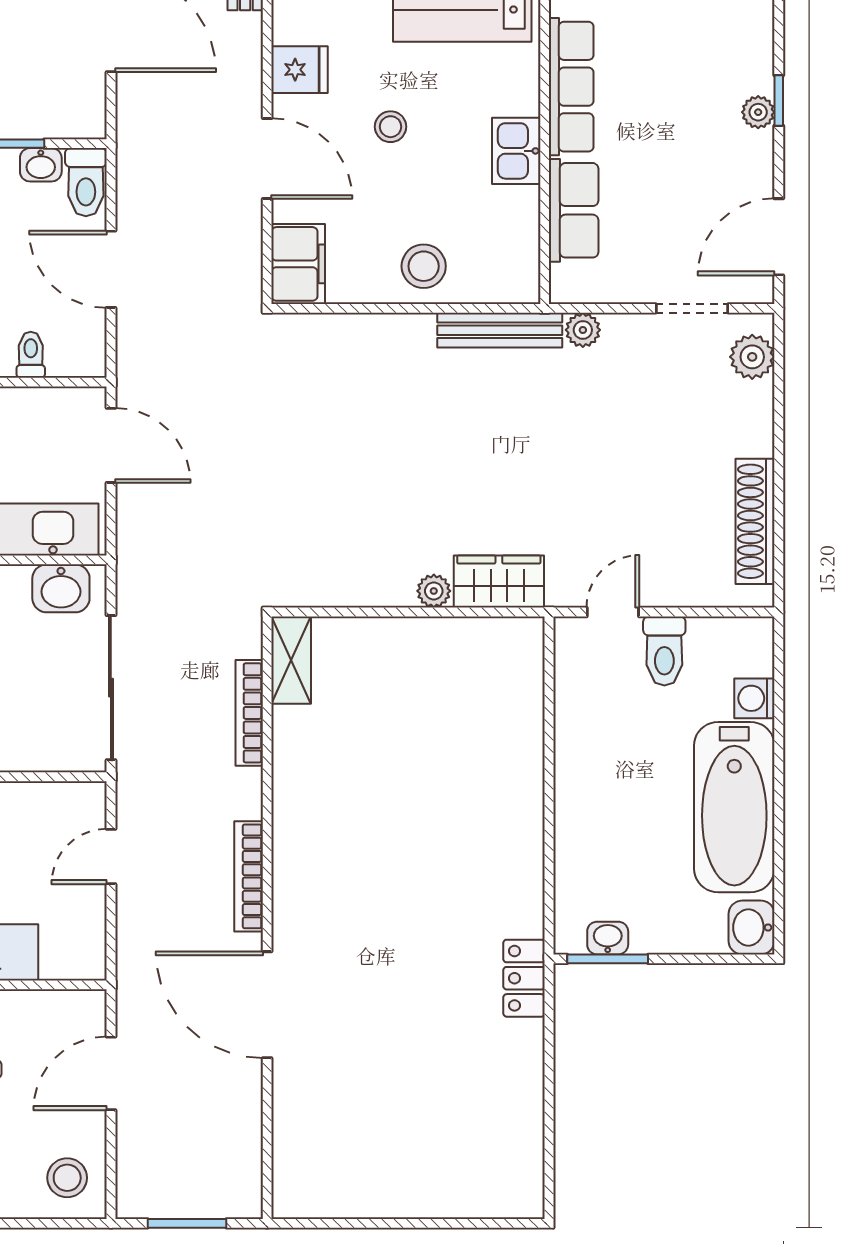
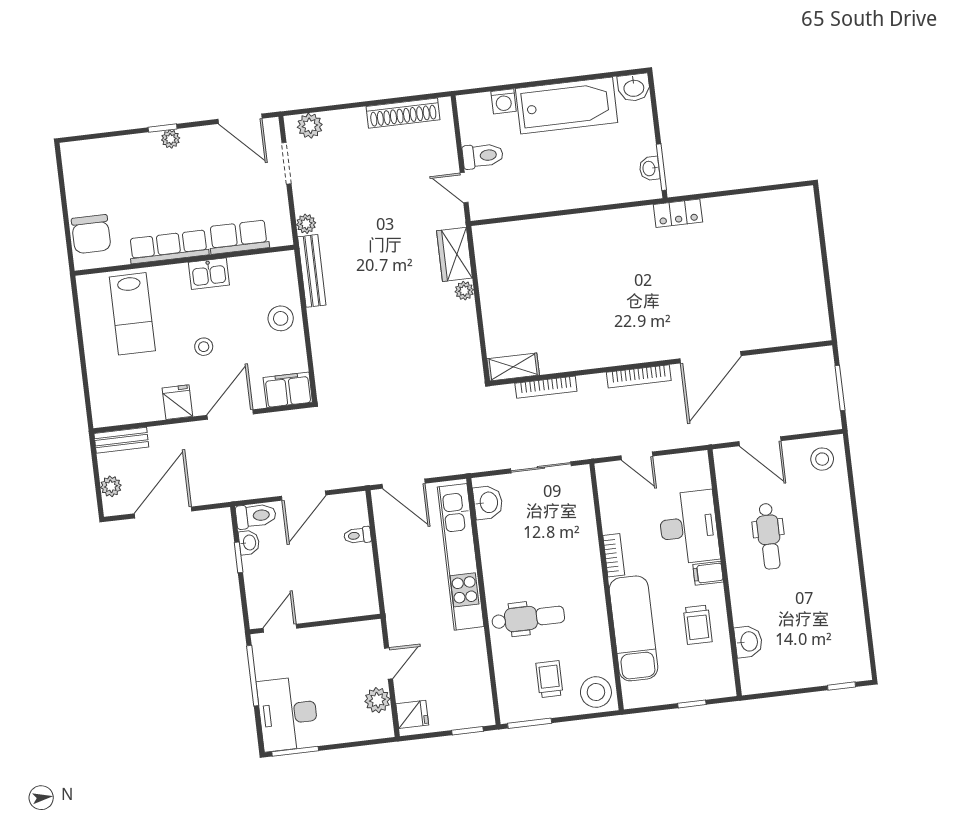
door: (111, 445) -> (404, 484), swing flipped
sliding door: (111, 688) -> (541, 467), width x0.73

